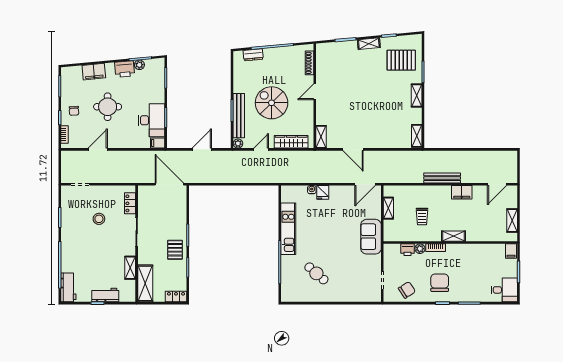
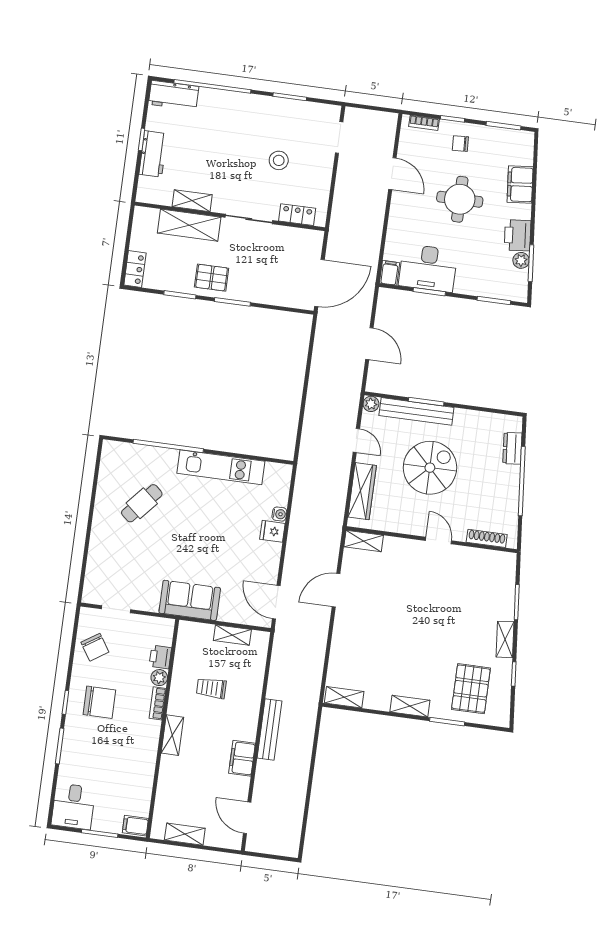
shelving: (145, 283) -> (189, 225), moved

